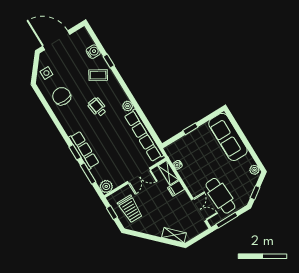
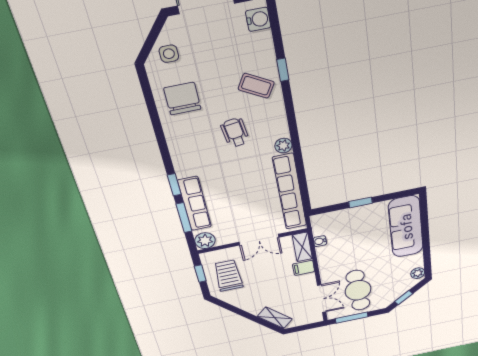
water cooler: (93, 52) -> (258, 19), moved
row of seats: (84, 150) -> (195, 204), moved
trolley: (130, 209) -> (228, 276), turned 180

